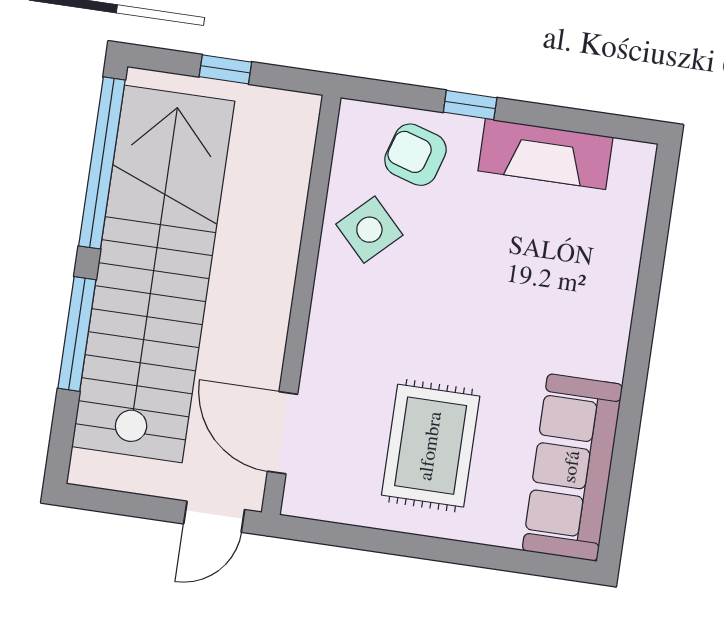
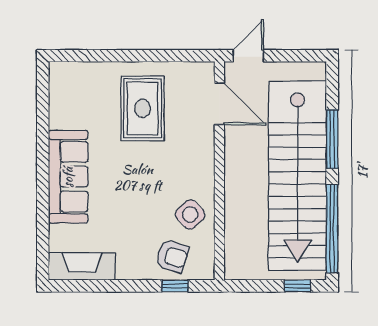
window: (225, 69) -> (297, 286), moved
window: (470, 105) -> (175, 286), moved
fireplace: (546, 154) -> (82, 266), moved
sofa: (572, 467) -> (68, 177), moved

